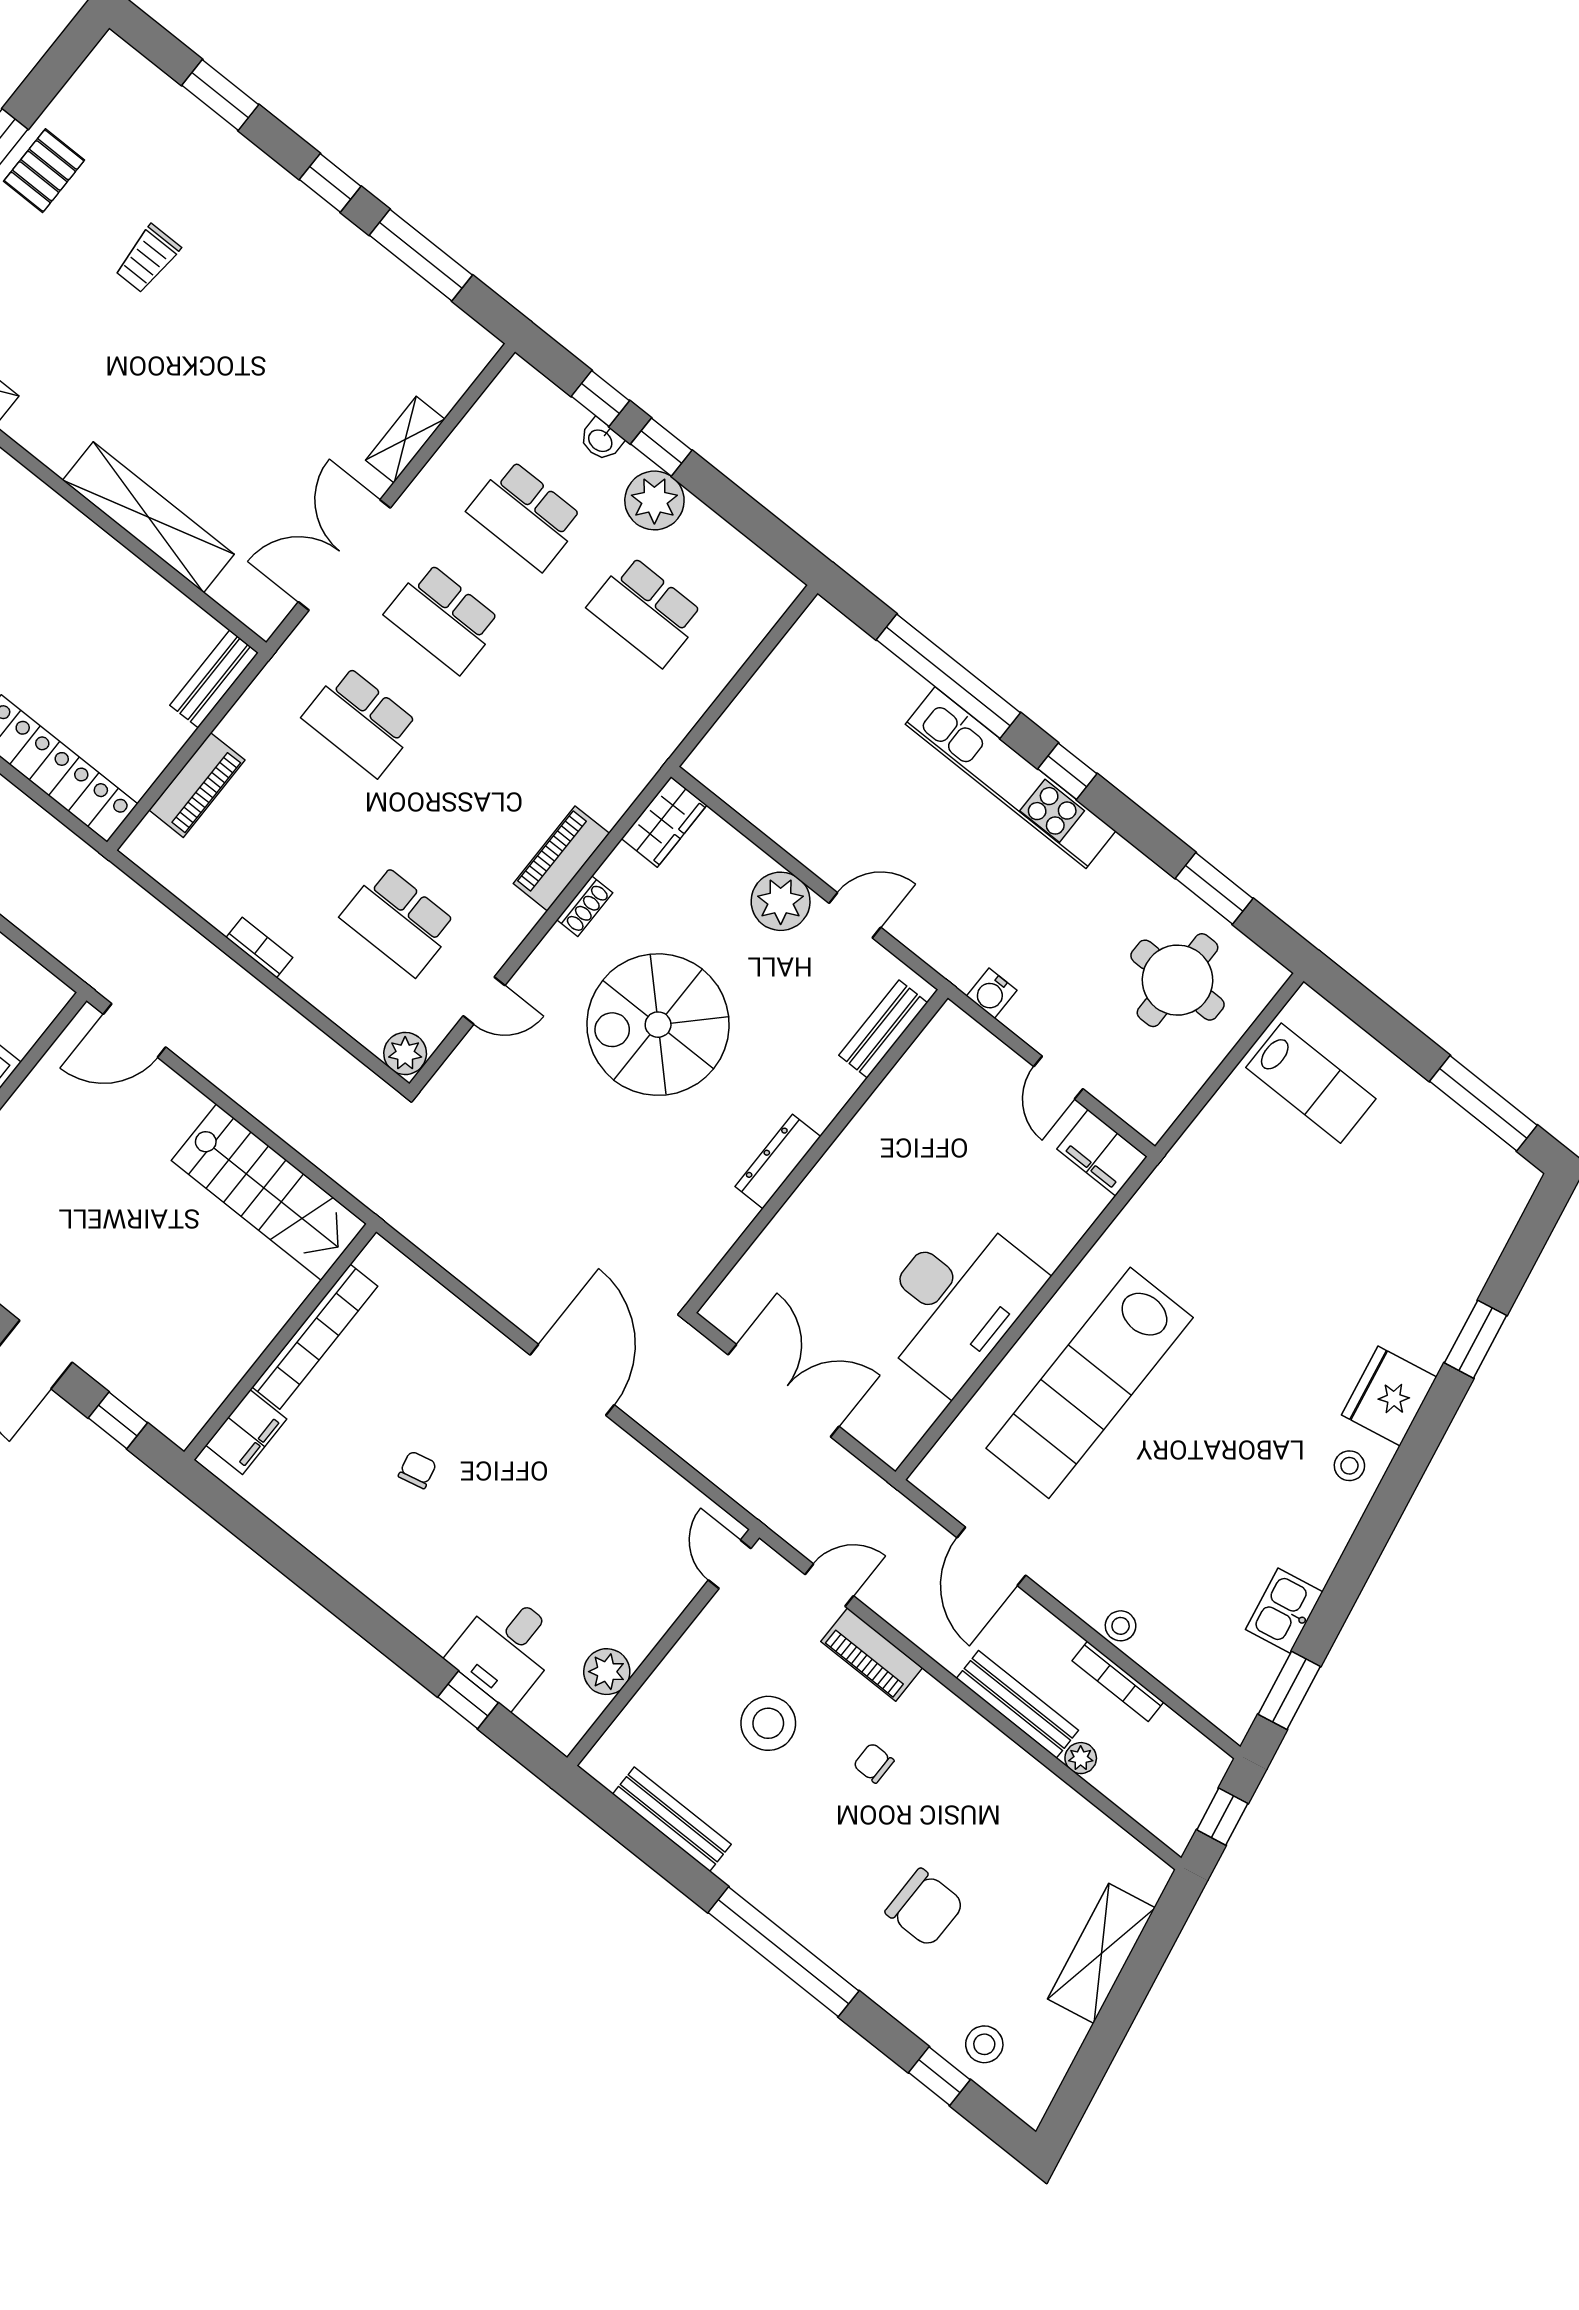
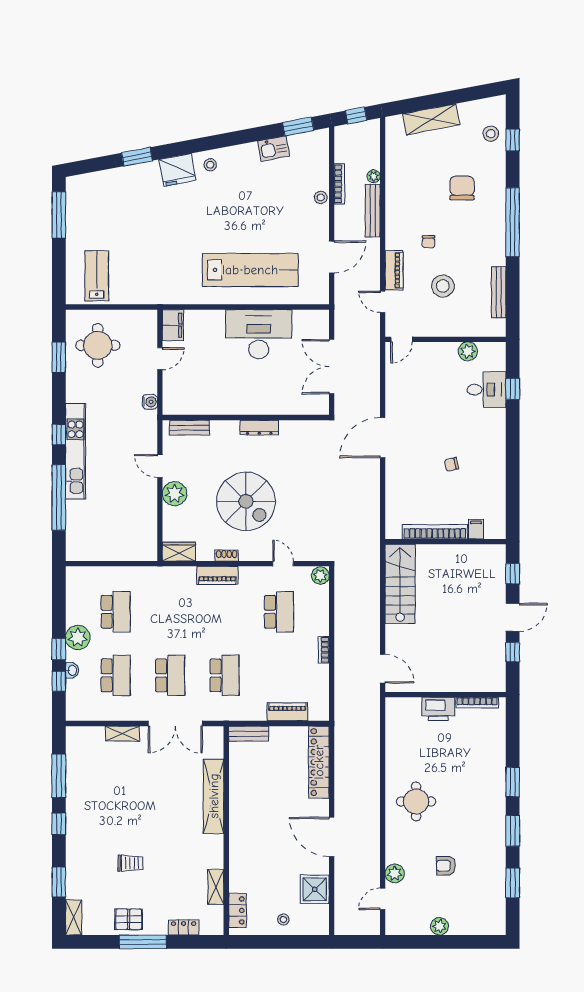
shelving: (131, 69) -> (74, 917), added
filing cabinet: (246, 1432) -> (476, 529), width x0.50

